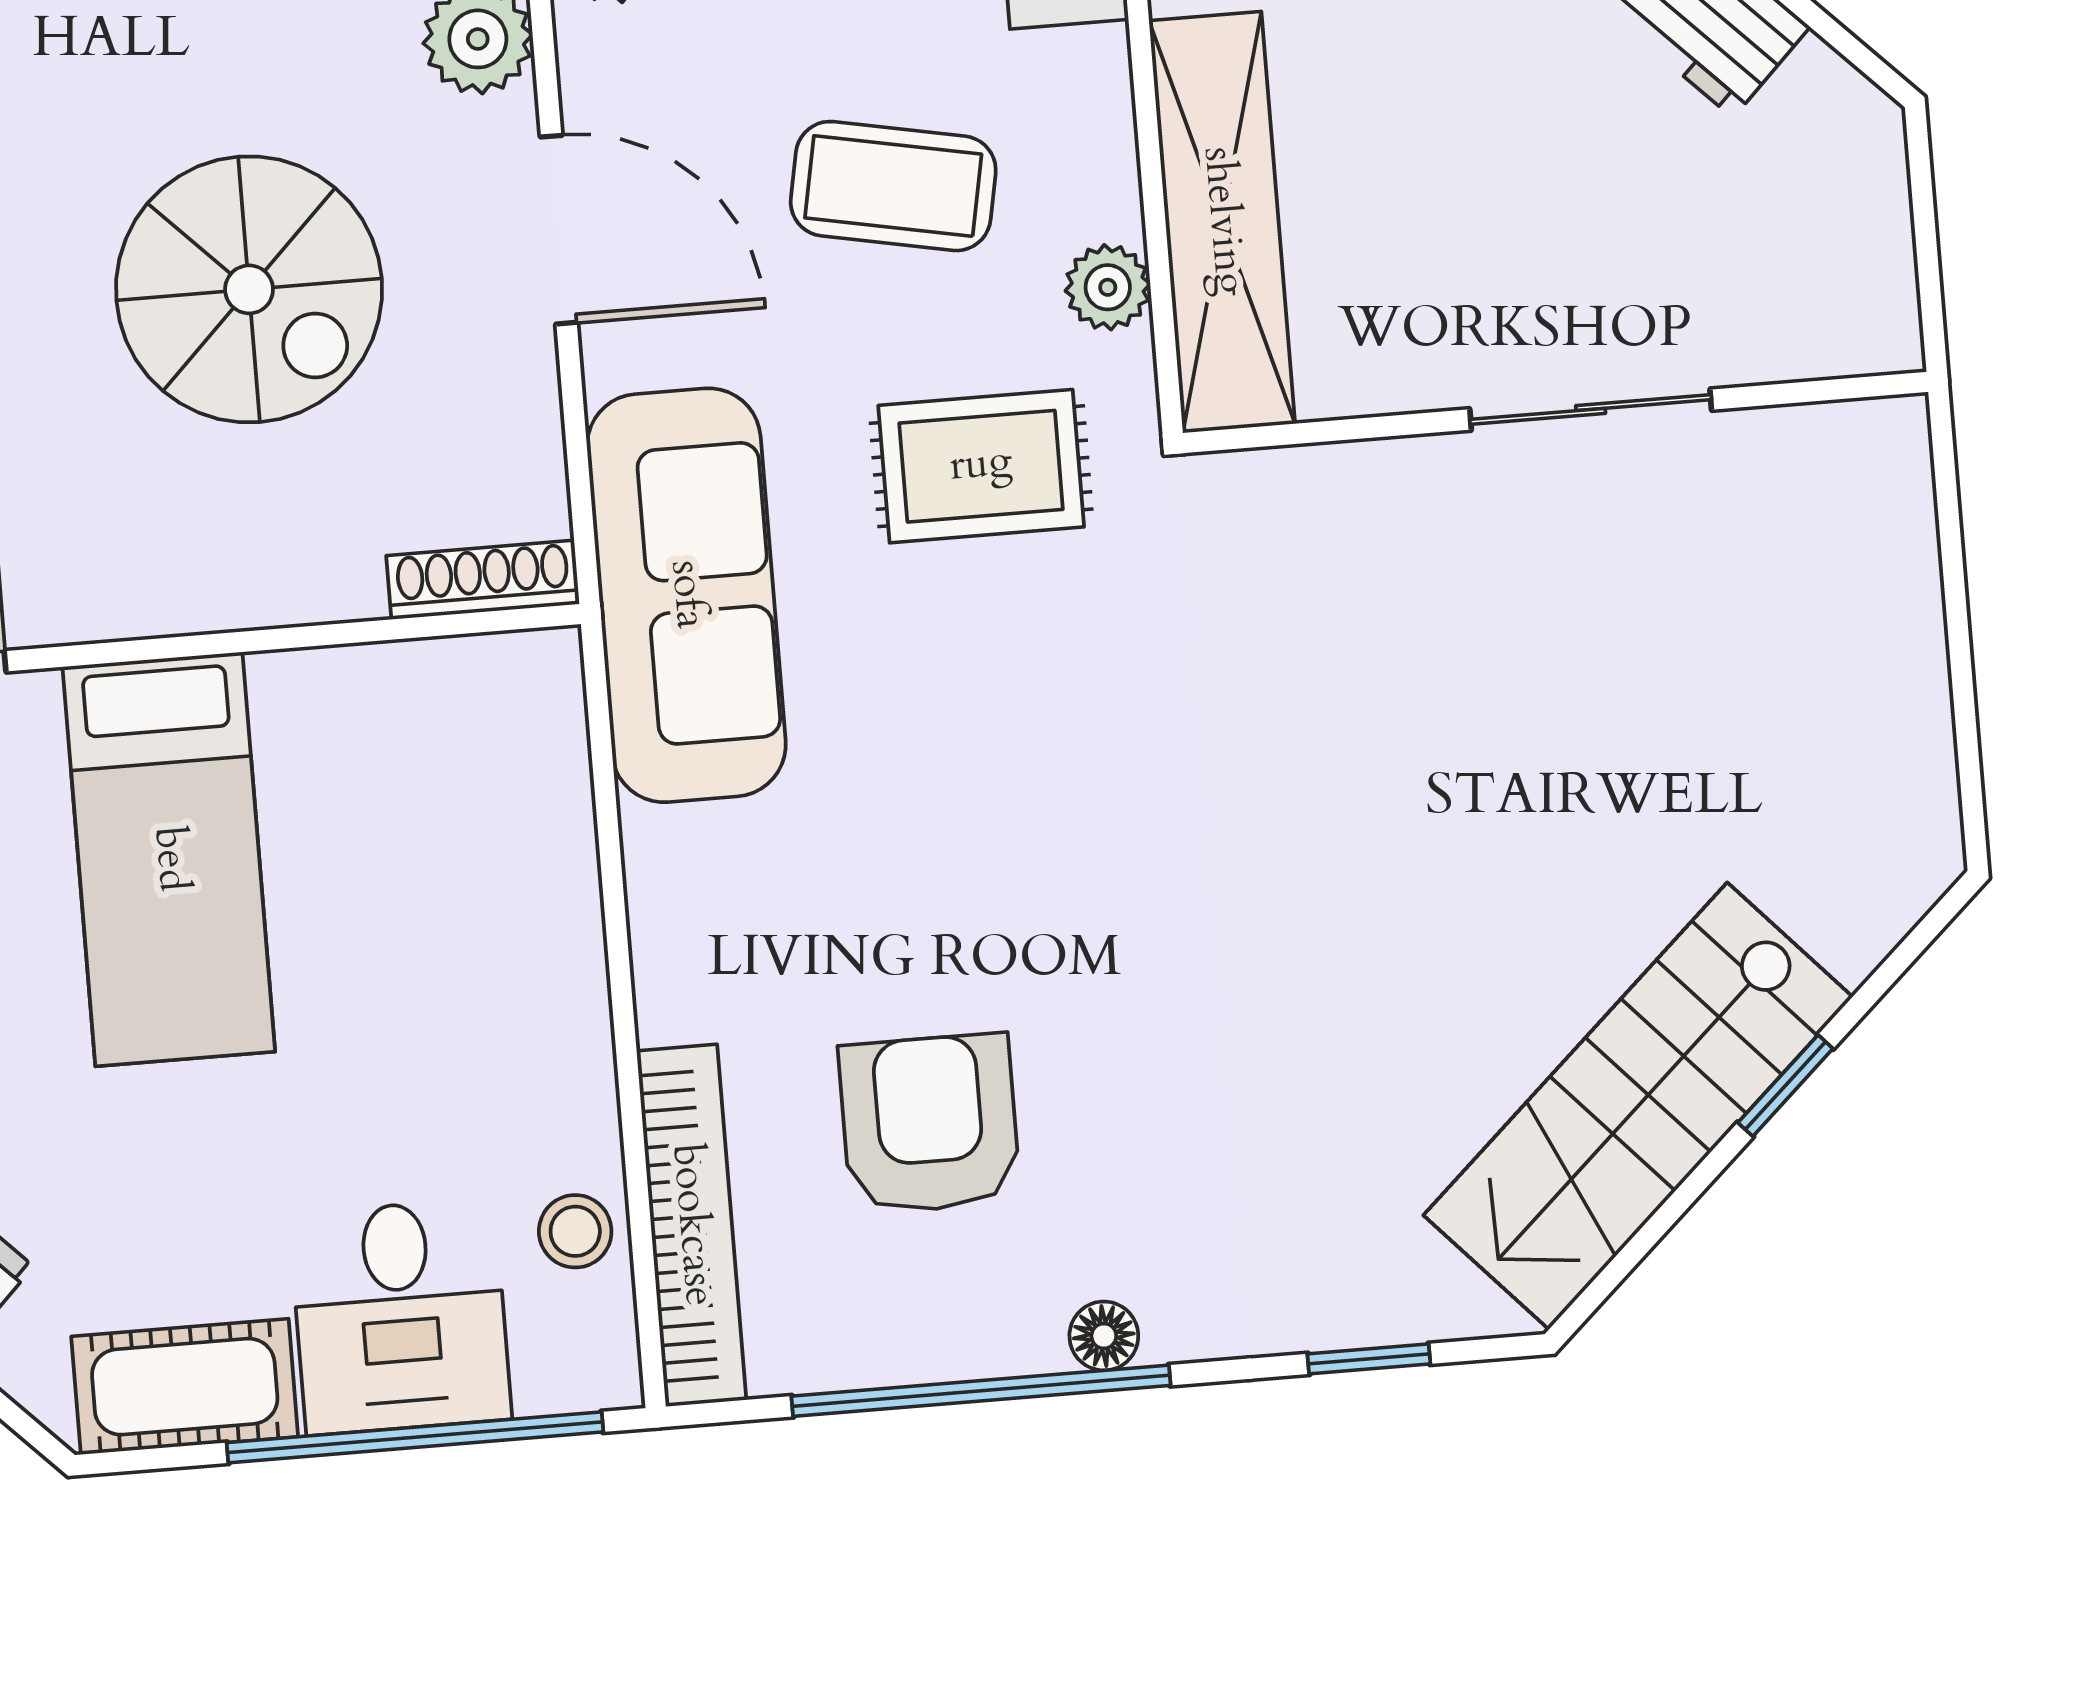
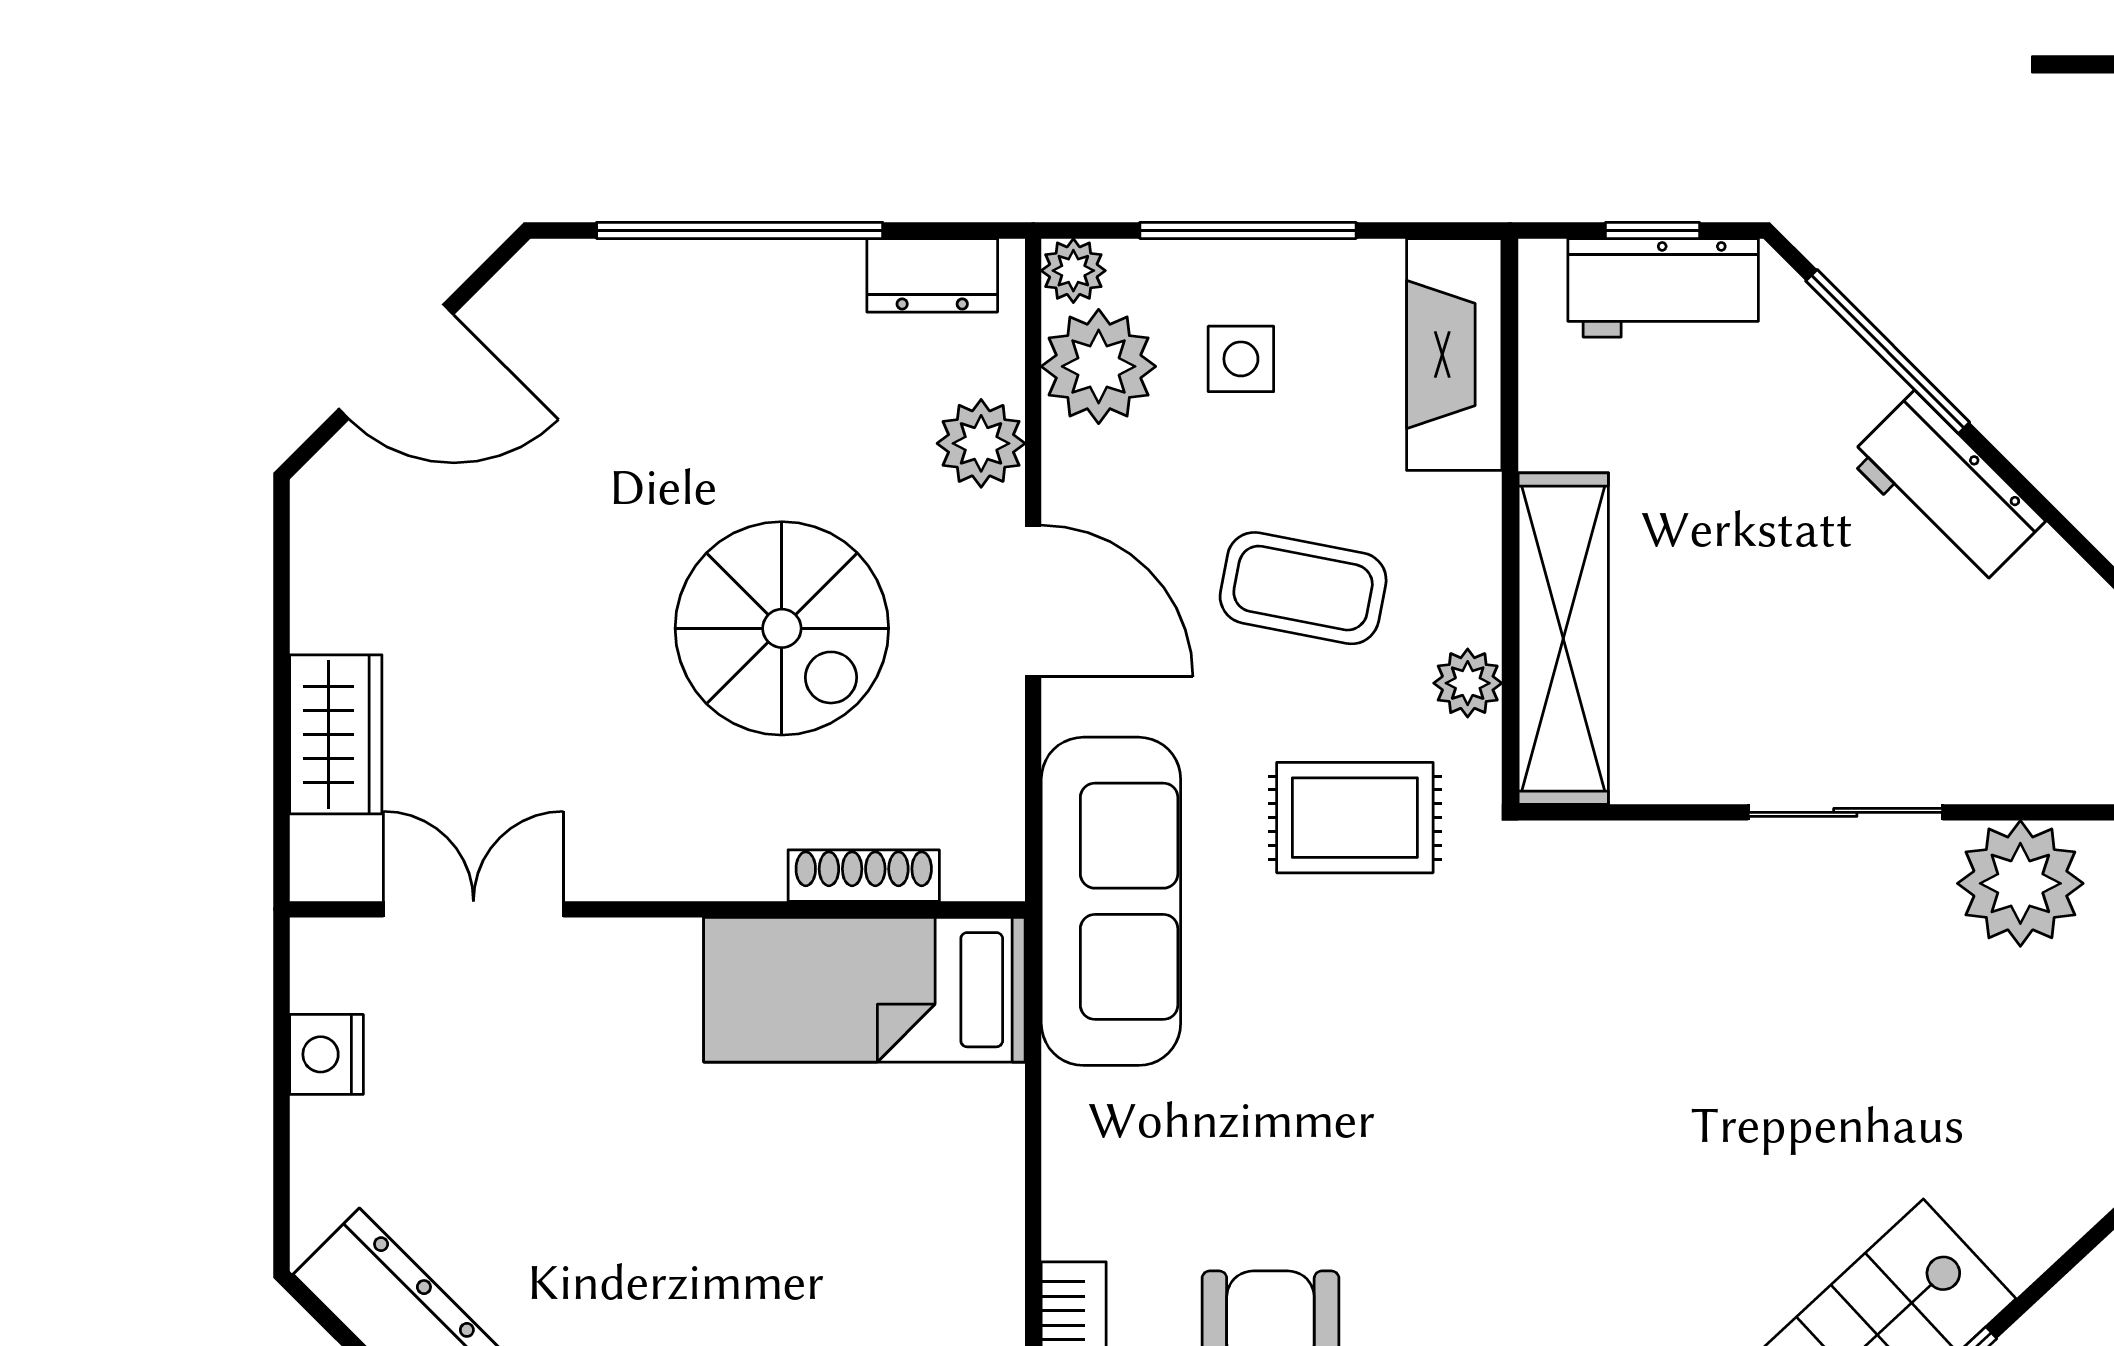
plant: (1816, 480) -> (2020, 883), added
shoe rack: (483, 580) -> (864, 876), moved
bed: (169, 859) -> (864, 990), moved, turned 90

